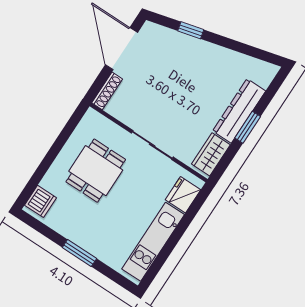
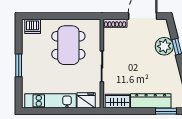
plant: (179, 46) -> (164, 46), added
window: (248, 127) -> (166, 111), moved
dining table: (96, 171) -> (68, 45), width x1.38

